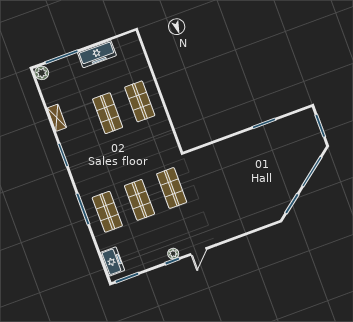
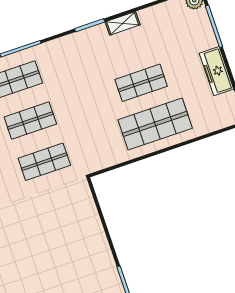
shop shelf: (140, 101) -> (155, 124), width x1.43, depth x1.36
shelving: (57, 118) -> (123, 23), moved

